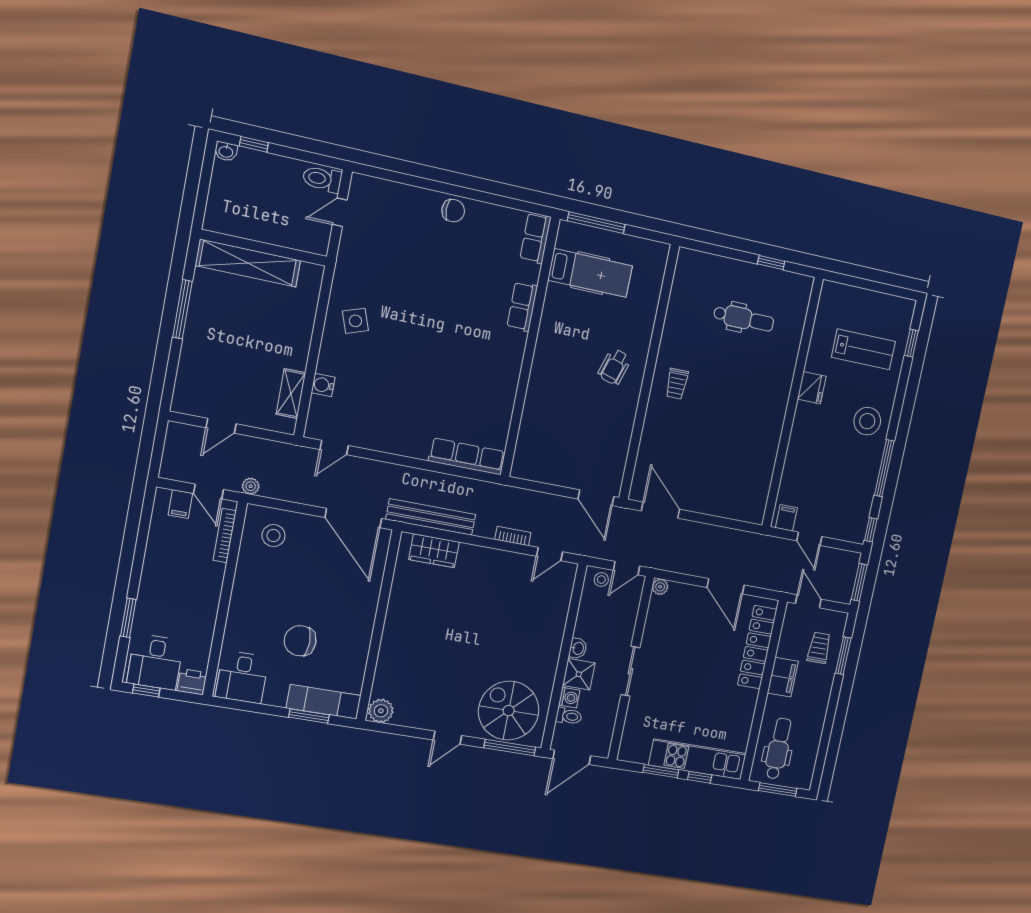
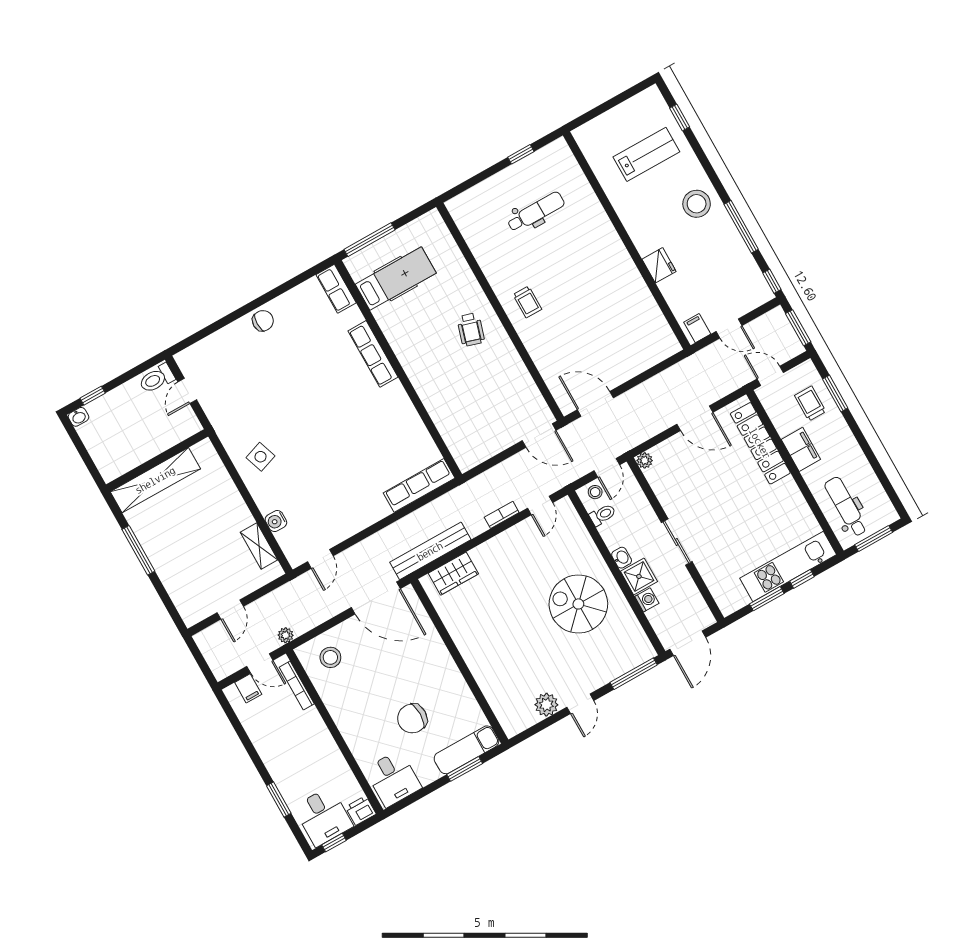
row of seats: (522, 307) -> (373, 354), width x1.48
fridge: (812, 388) -> (659, 265), moved
plant: (381, 711) -> (546, 705), moved
spiral stairs: (509, 711) -> (578, 604), moved
toilet: (569, 716) -> (603, 515), moved

